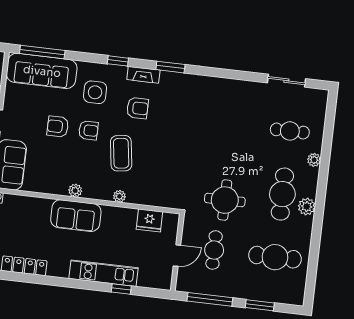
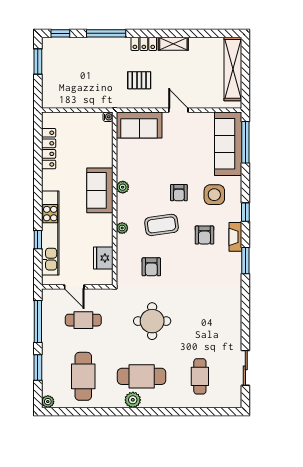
armchair: (58, 127) -> (151, 267), moved, turned 180
plant: (314, 160) -> (48, 402), moved
round table: (225, 200) -> (152, 321), moved
kitchen unit: (103, 273) -> (50, 233), width x1.36

